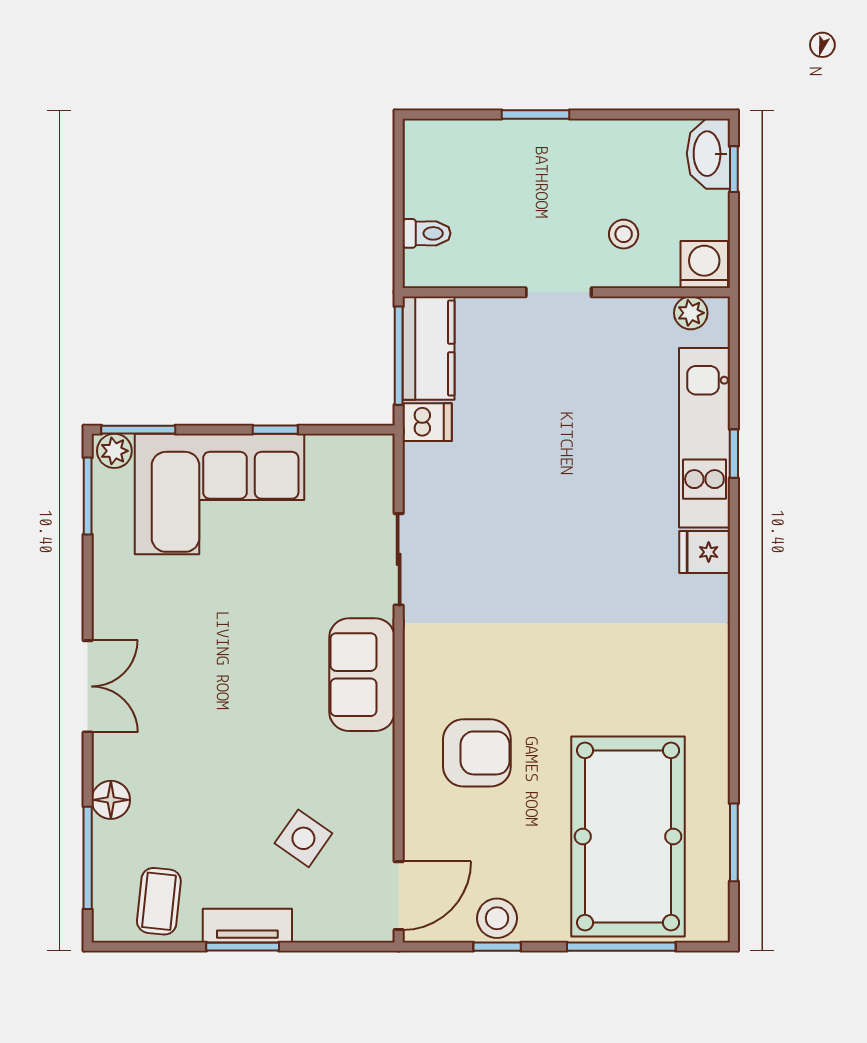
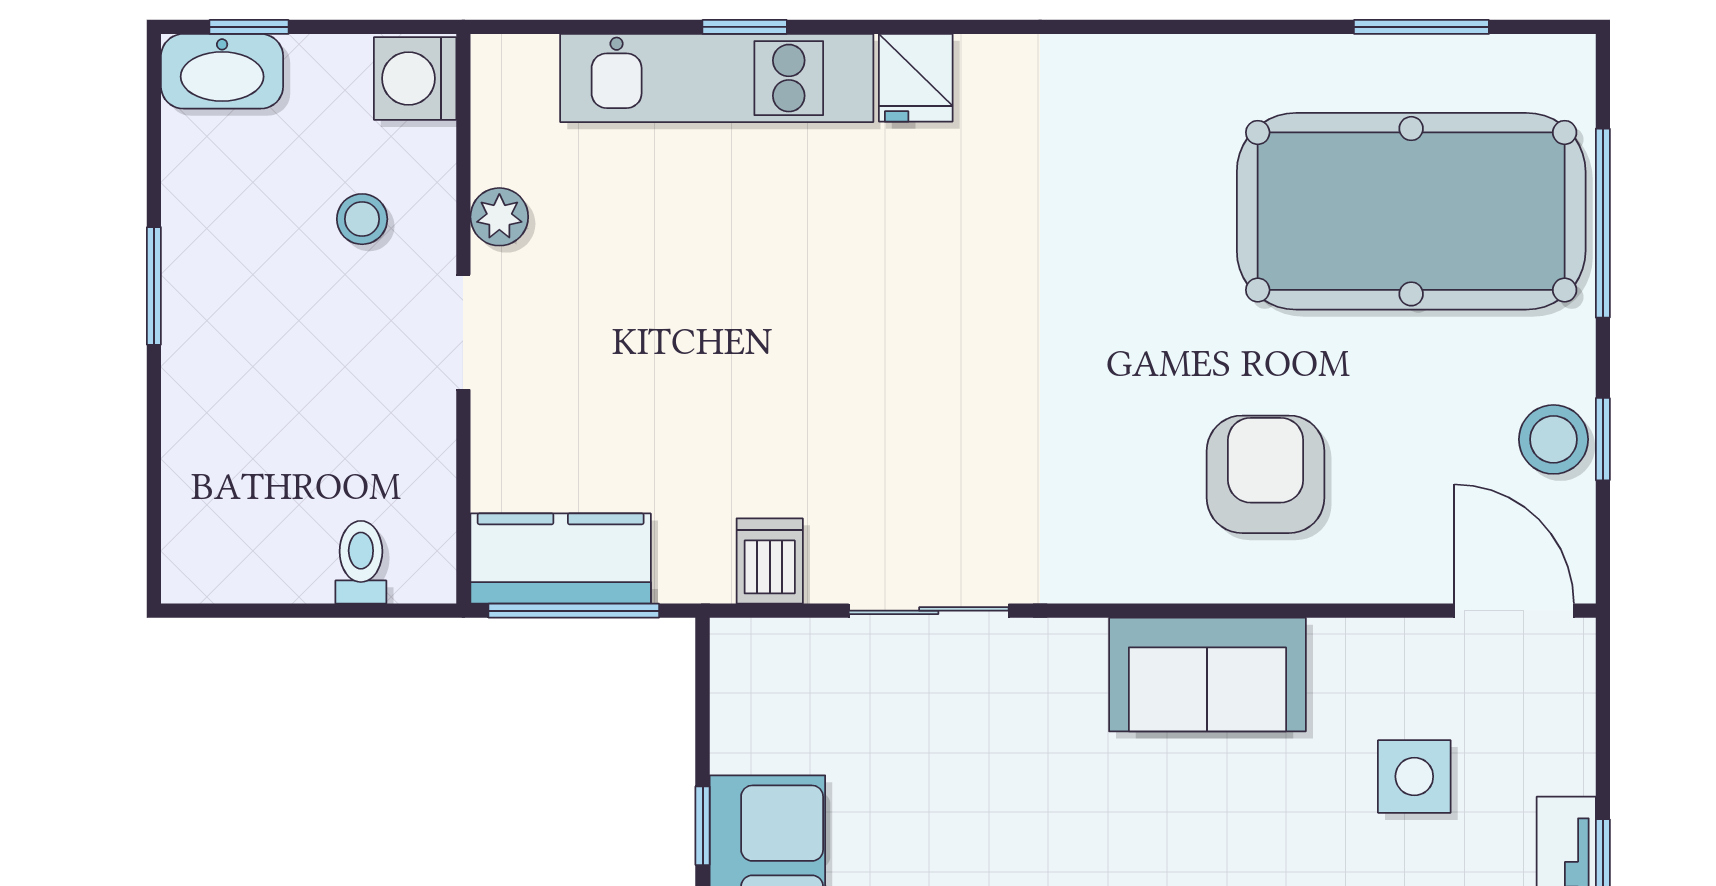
window: (536, 115) -> (154, 286), moved
plant: (691, 313) -> (499, 217), moved
dishwasher: (427, 422) -> (770, 561), moved
sofa: (362, 675) -> (1207, 675), moved
side table: (303, 838) -> (1414, 776), turned -35

